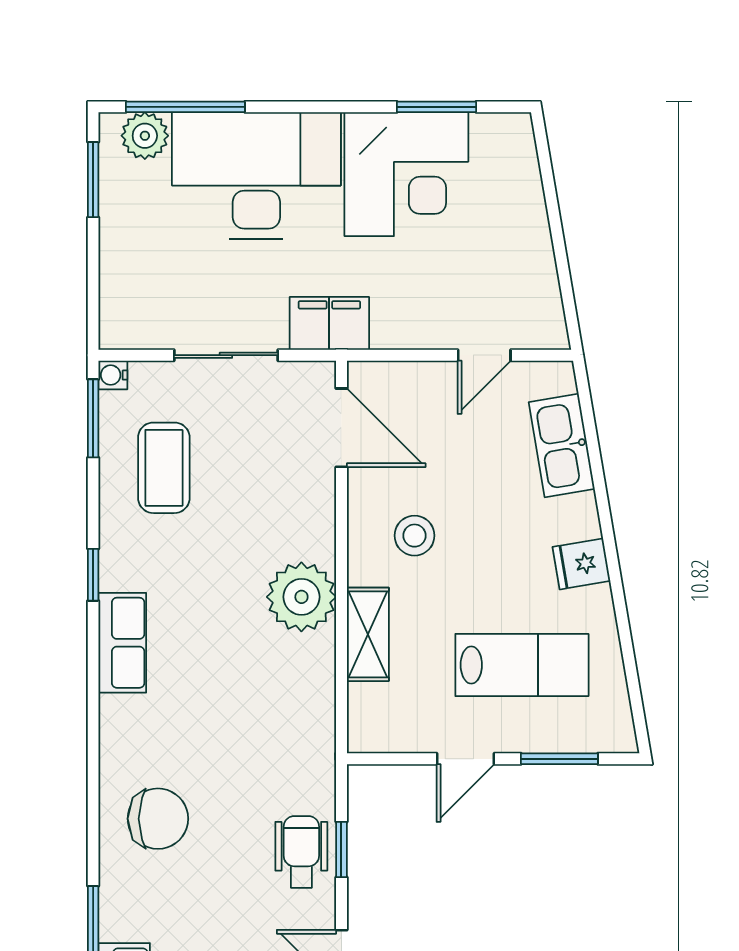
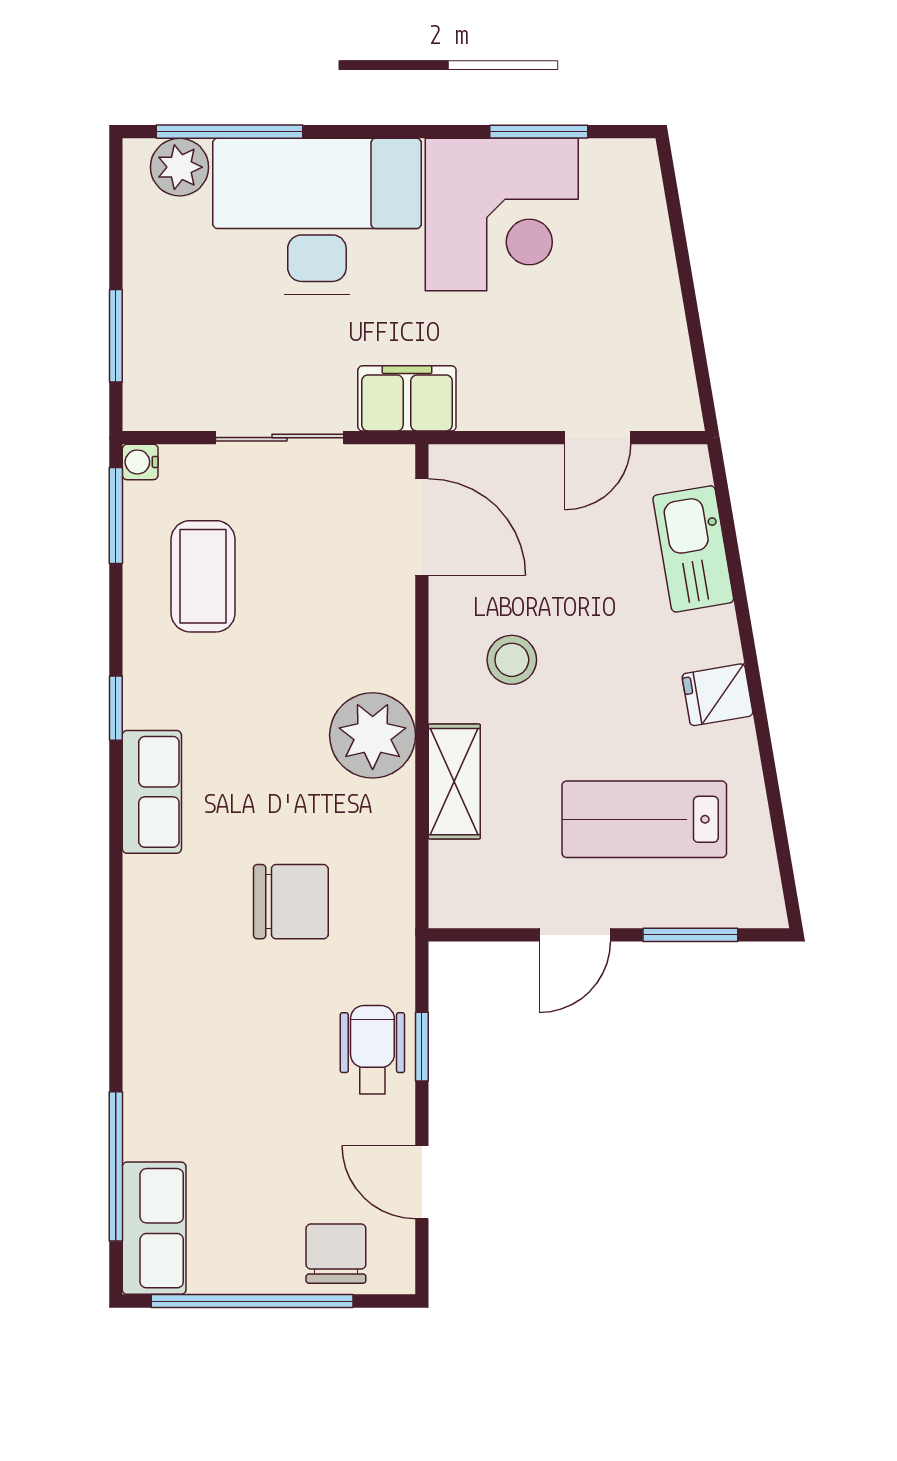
window: (93, 180) -> (116, 336), moved
lab bench: (522, 665) -> (644, 819), turned 180
chair: (158, 819) -> (291, 902), moved

